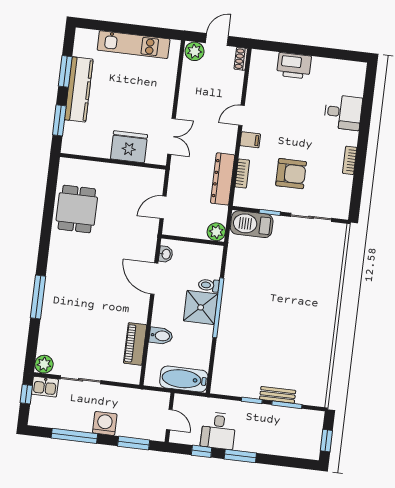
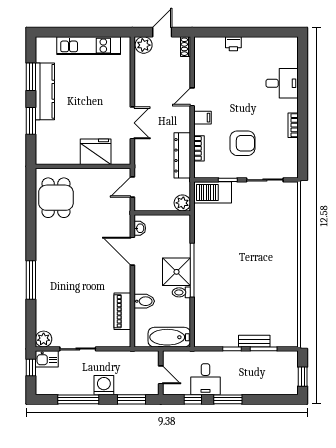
printer: (294, 66) -> (233, 44), width x0.53, depth x0.68
fridge: (129, 147) -> (96, 152), moved
wall: (113, 161) -> (83, 166), moved
toilet: (209, 285) -> (181, 292), moved

